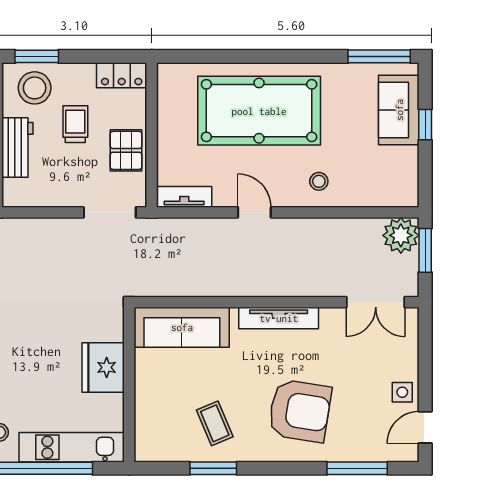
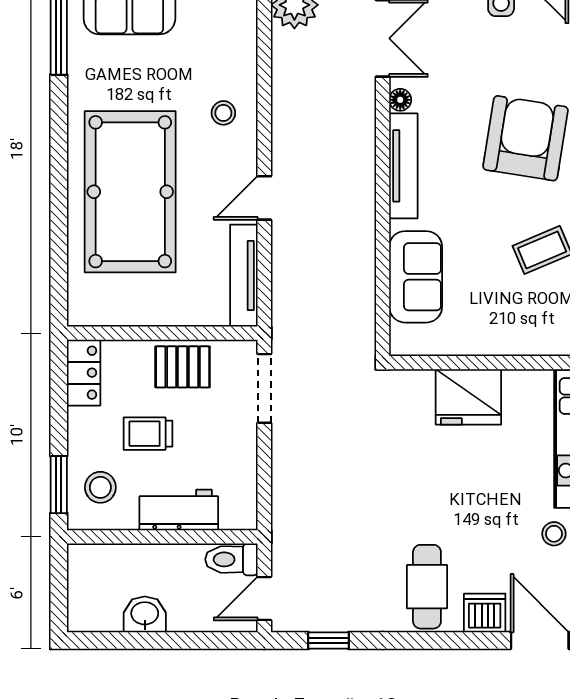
stool: (35, 88) -> (100, 487), width x0.73, depth x0.73
tv unit: (184, 197) -> (244, 276), width x1.41
floor lamp: (329, 316) -> (400, 100), added
sofa: (182, 327) -> (416, 277), width x0.73

